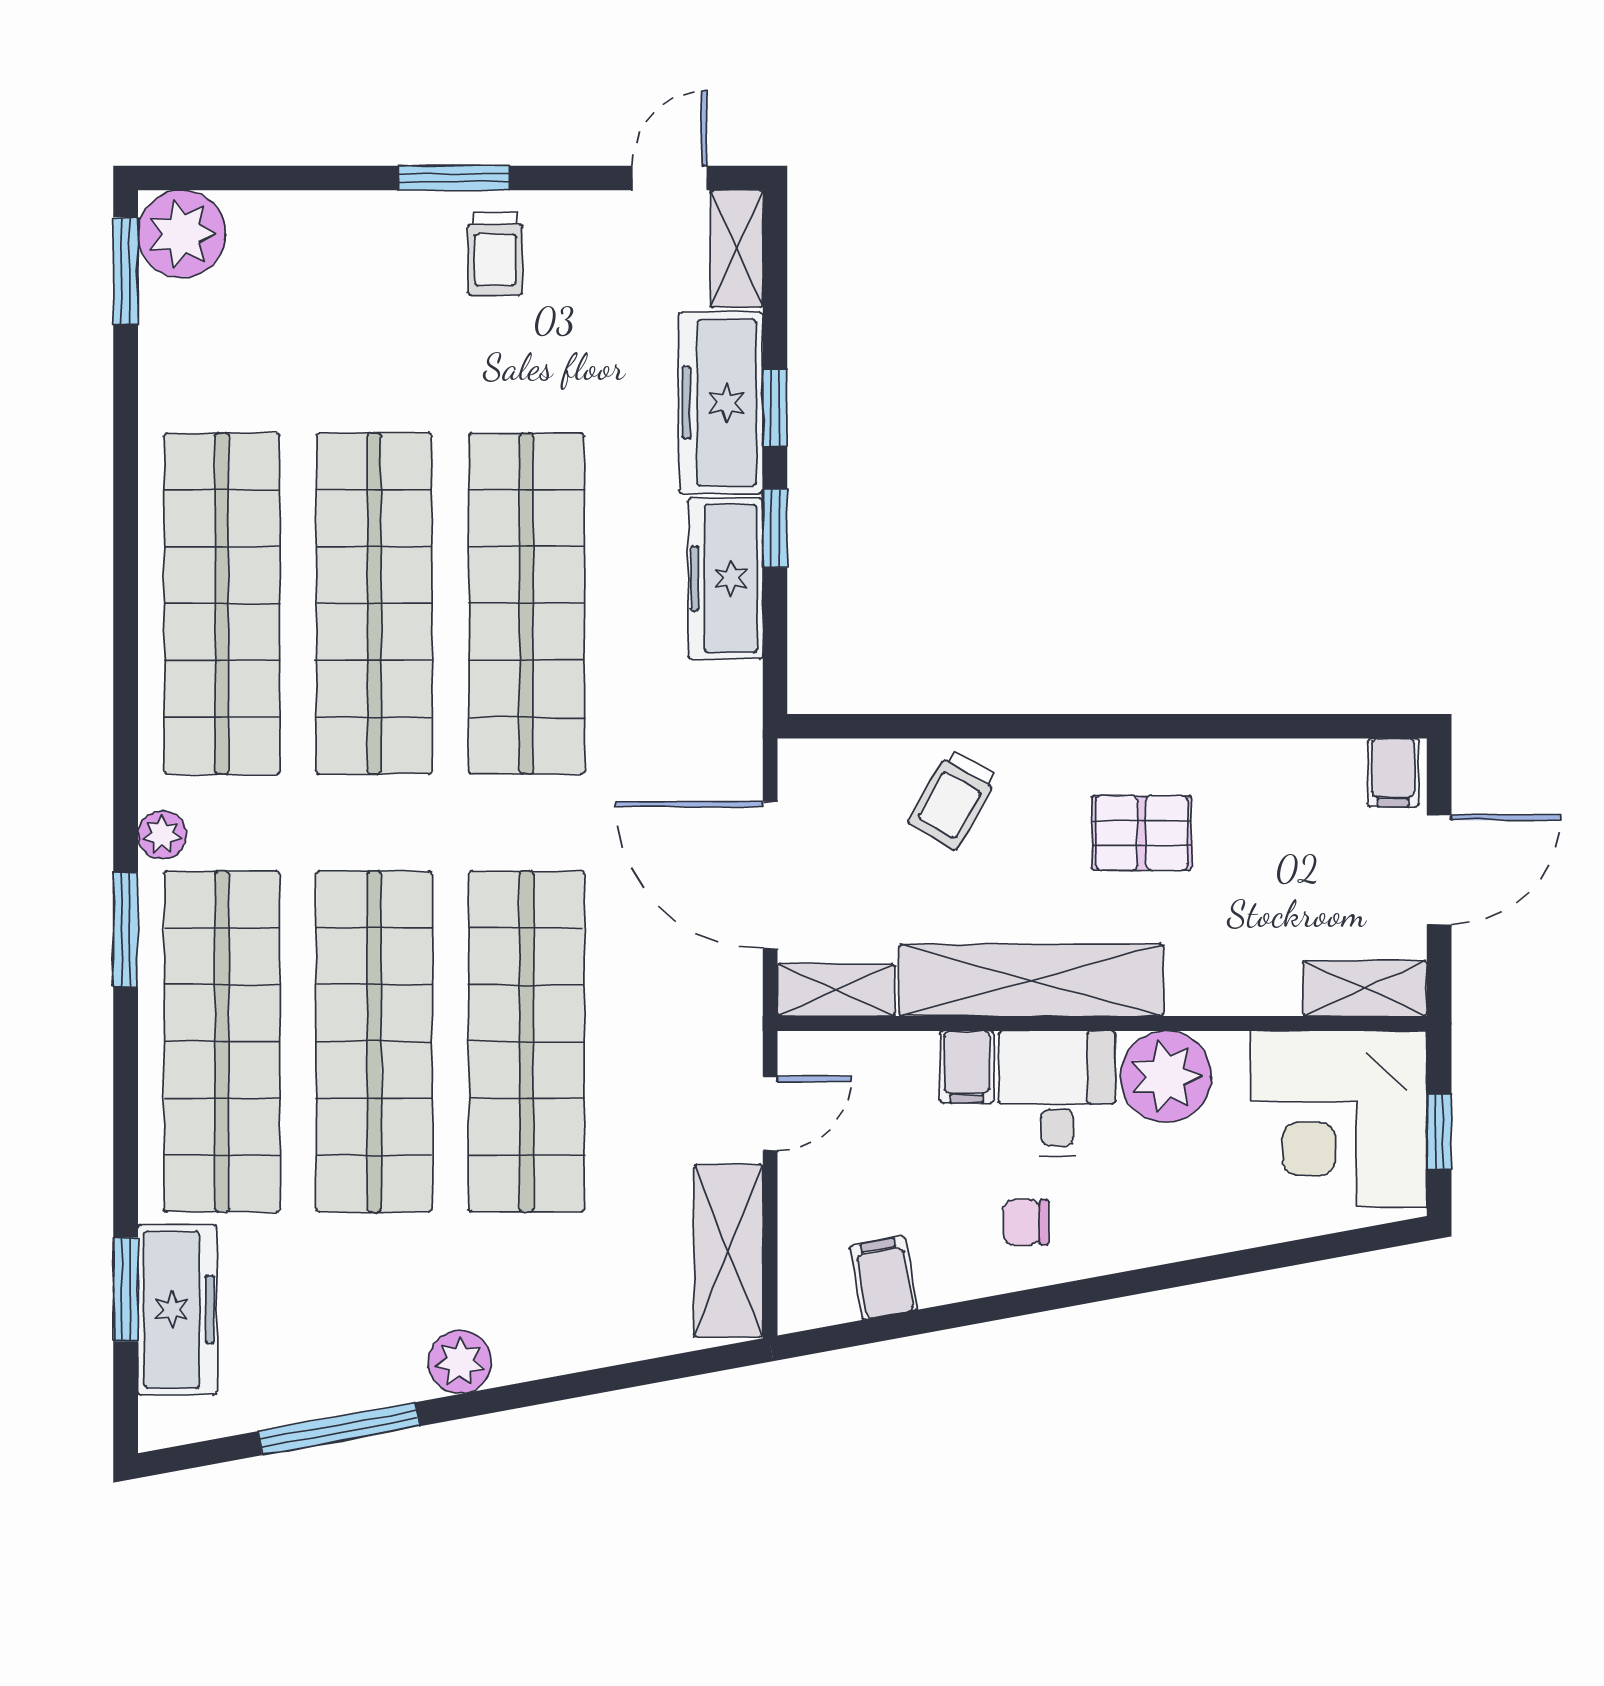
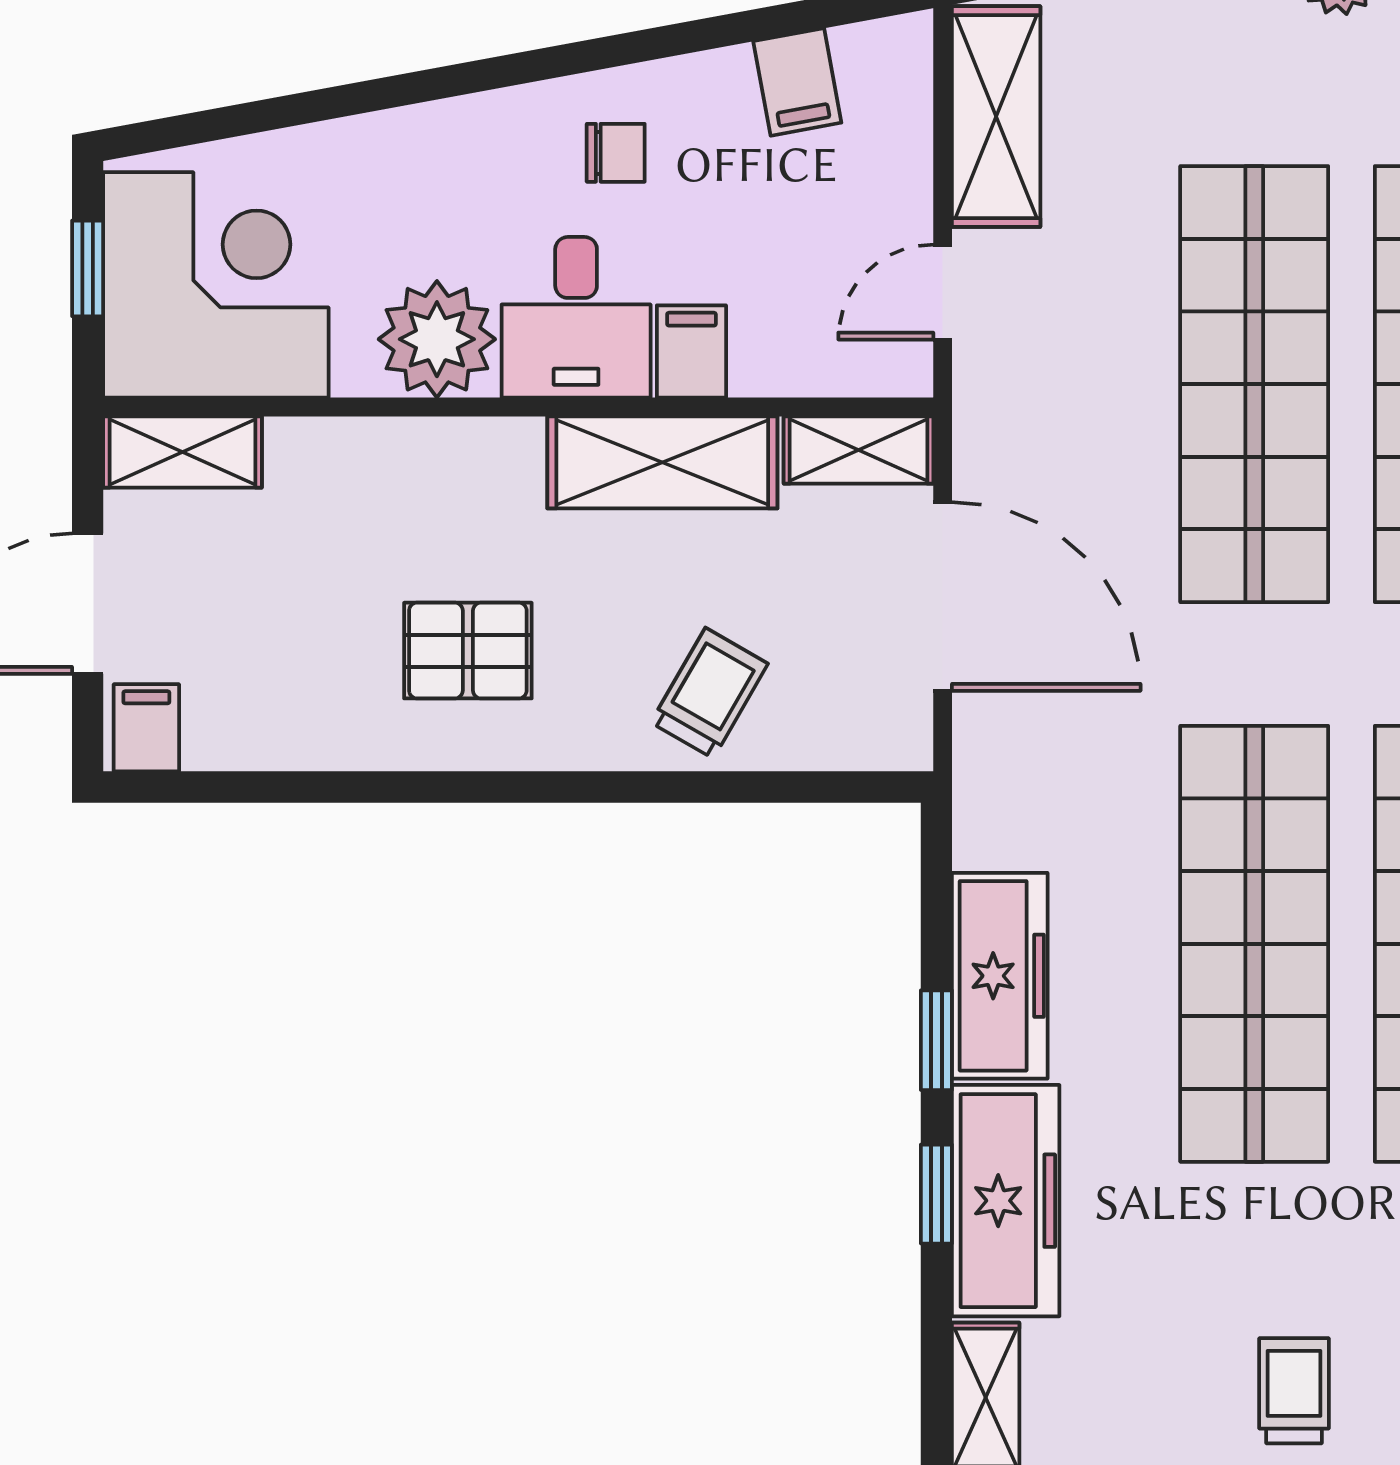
shelving: (1031, 980) -> (662, 462), width x0.68

